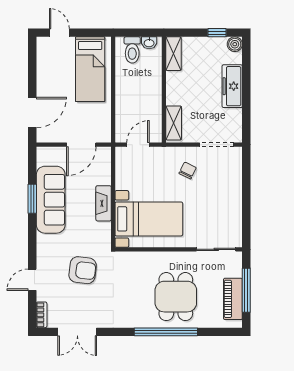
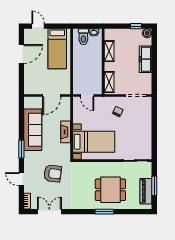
shelving: (173, 54) -> (109, 51), moved
door: (32, 113) -> (21, 54), moved
door: (138, 145) -> (87, 95), swing flipped
window: (32, 199) -> (21, 149), moved
door: (32, 280) -> (21, 179), hinge flipped
window: (246, 290) -> (154, 186), width x0.69
dining table: (176, 297) -> (110, 190), turned 90
double door: (77, 332) -> (49, 212), swing flipped
window: (166, 332) -> (104, 212), width x0.47

